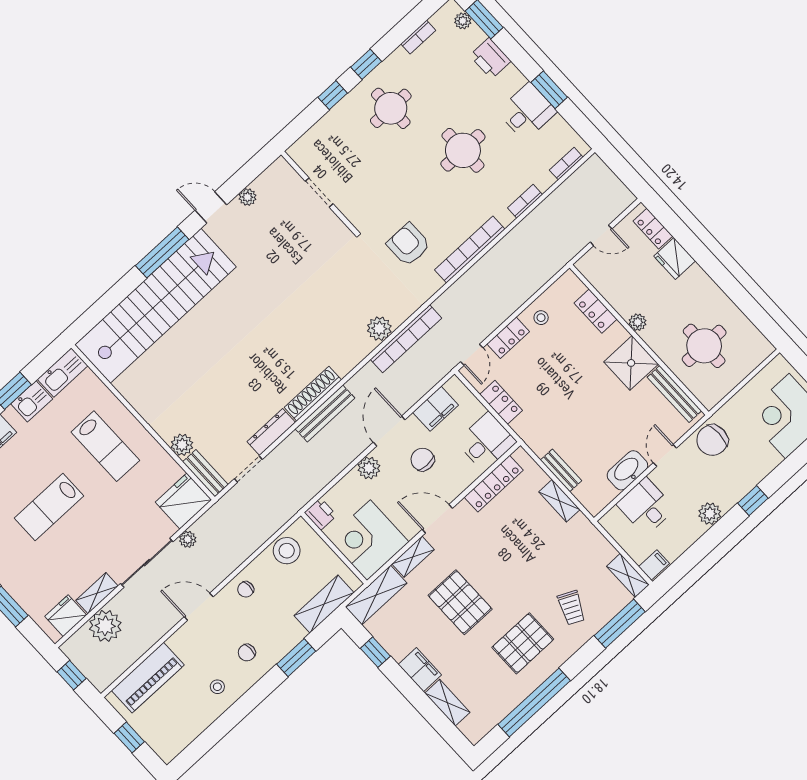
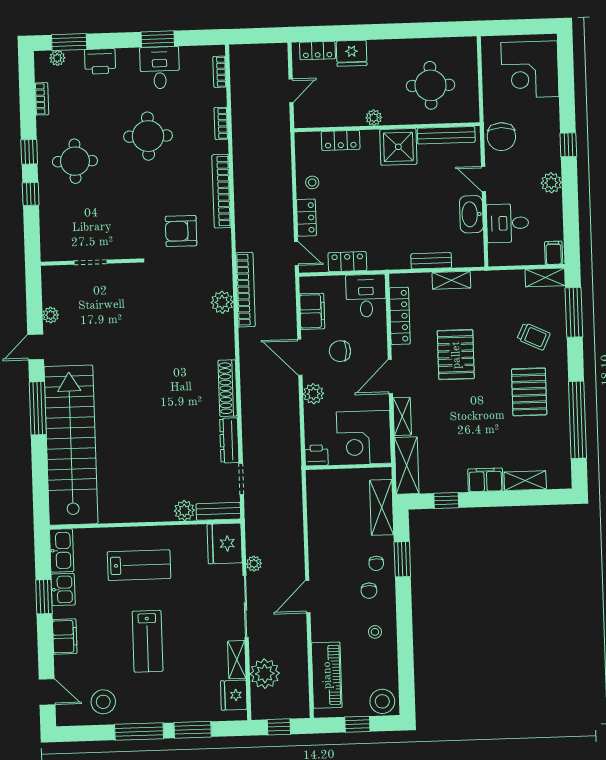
bench: (325, 413) -> (249, 392), removed
stool: (287, 551) -> (382, 701), moved
chair: (246, 589) -> (376, 563), moved
pallet: (460, 602) -> (456, 355), moved, turned 90

